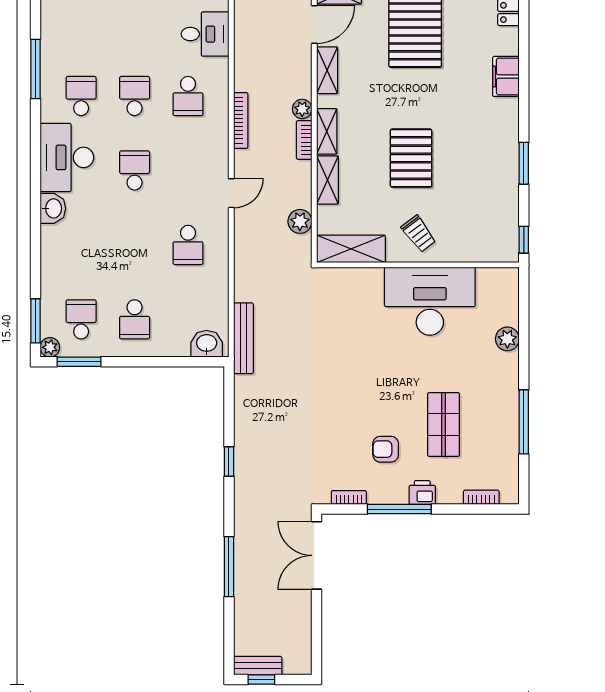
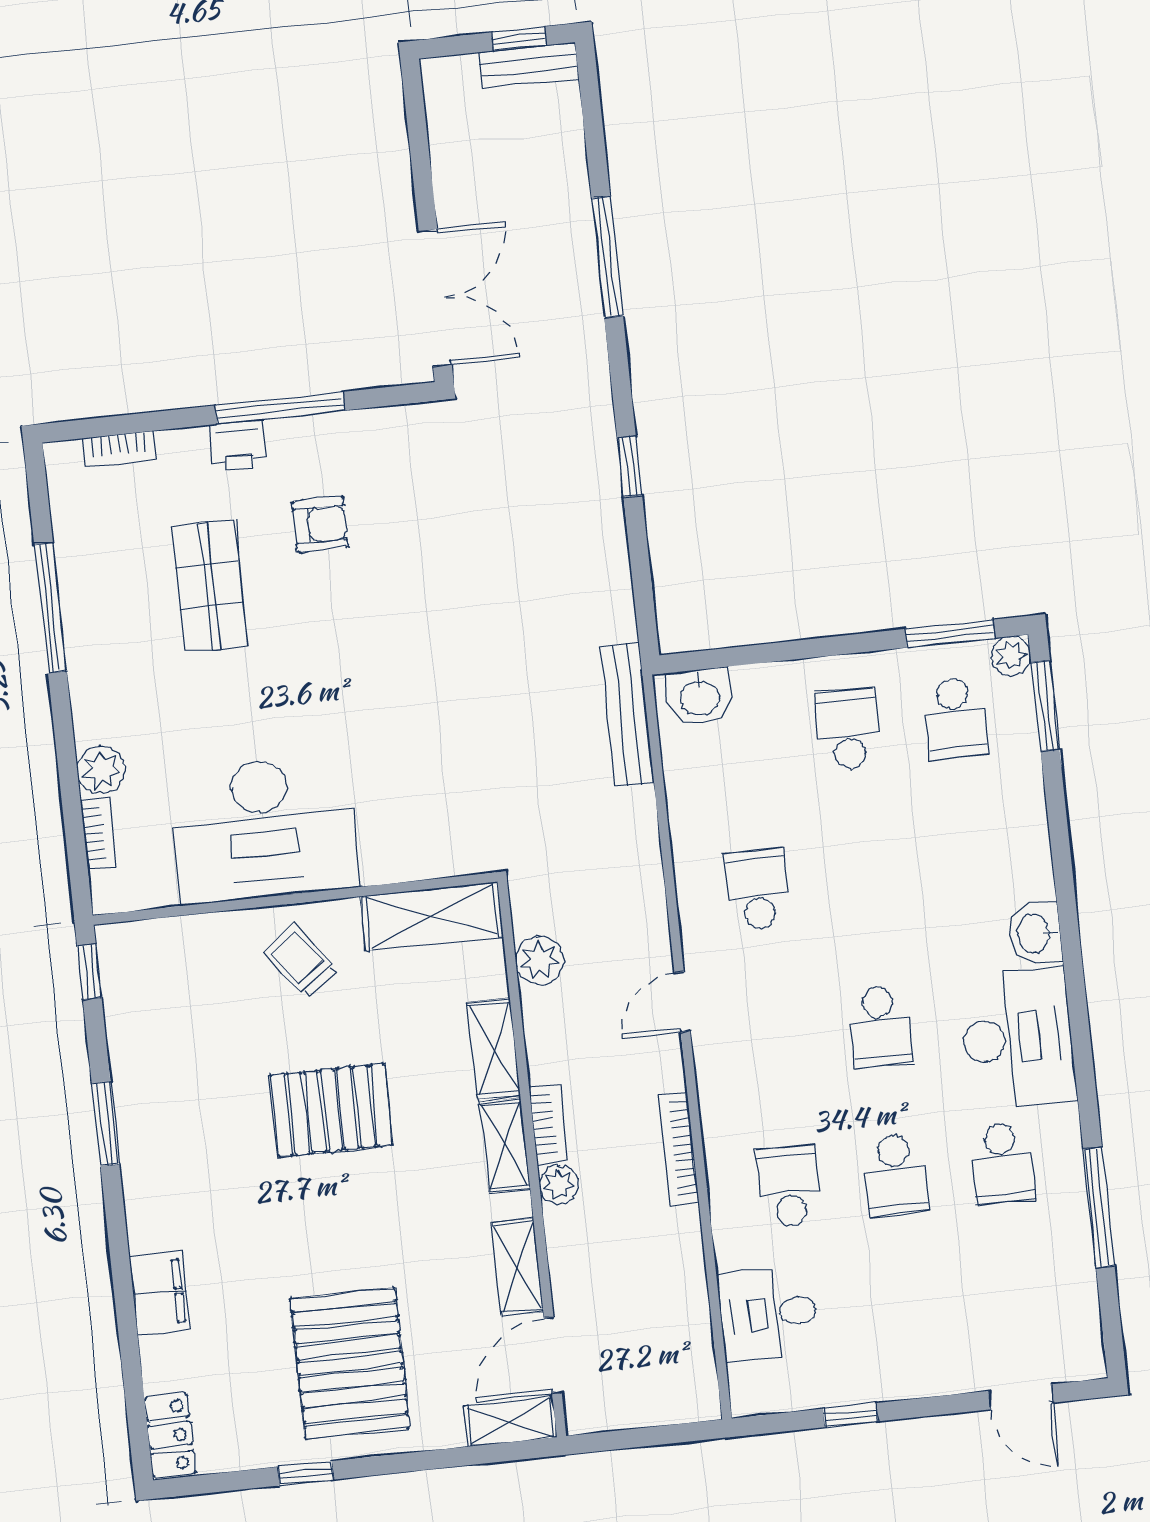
pallet: (411, 158) -> (331, 1110), turned 90
bookcase: (349, 497) -> (98, 833), moved, turned -90

